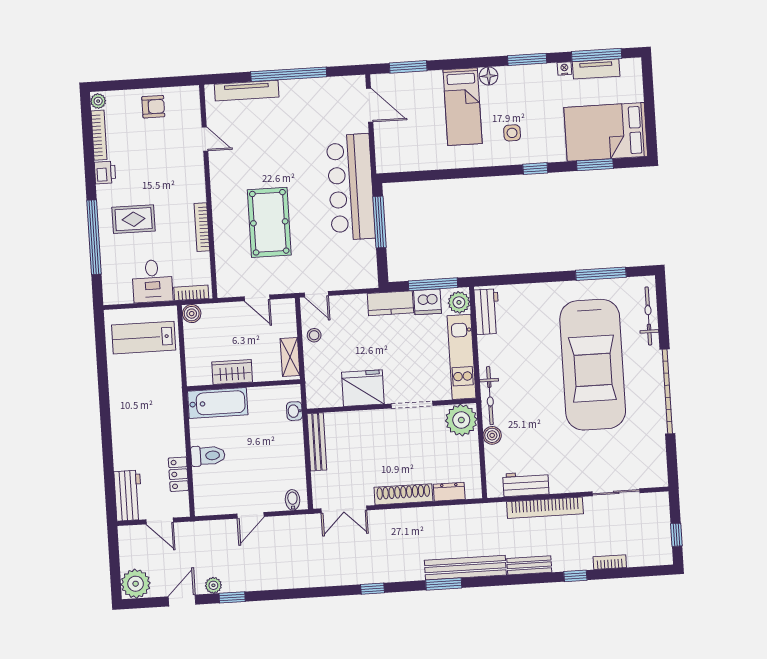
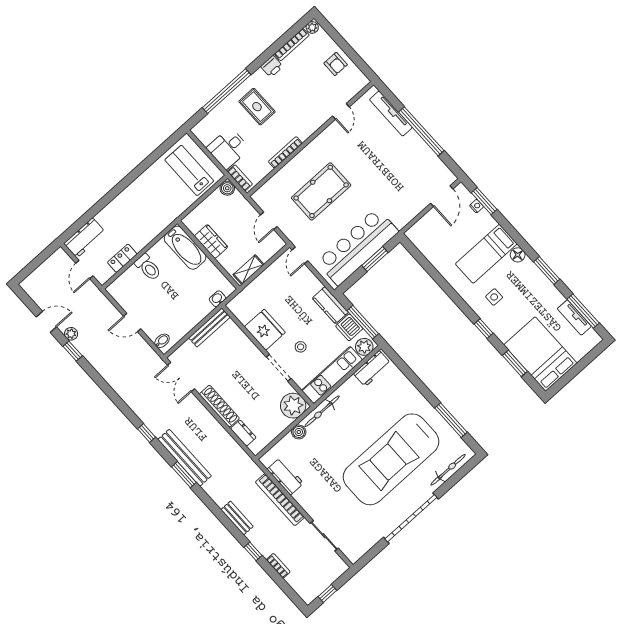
nightstand: (564, 68) -> (477, 206), moved
bar counter: (351, 187) -> (358, 247), moved
window: (380, 222) -> (375, 259), width x0.69
stool: (314, 335) -> (301, 347), moved
bench: (465, 568) -> (185, 458), moved
plant: (136, 584) -> (34, 285), removed

